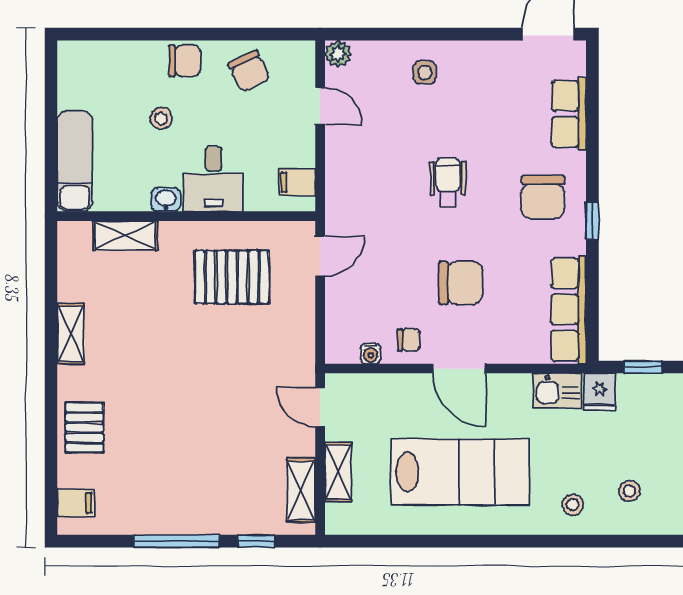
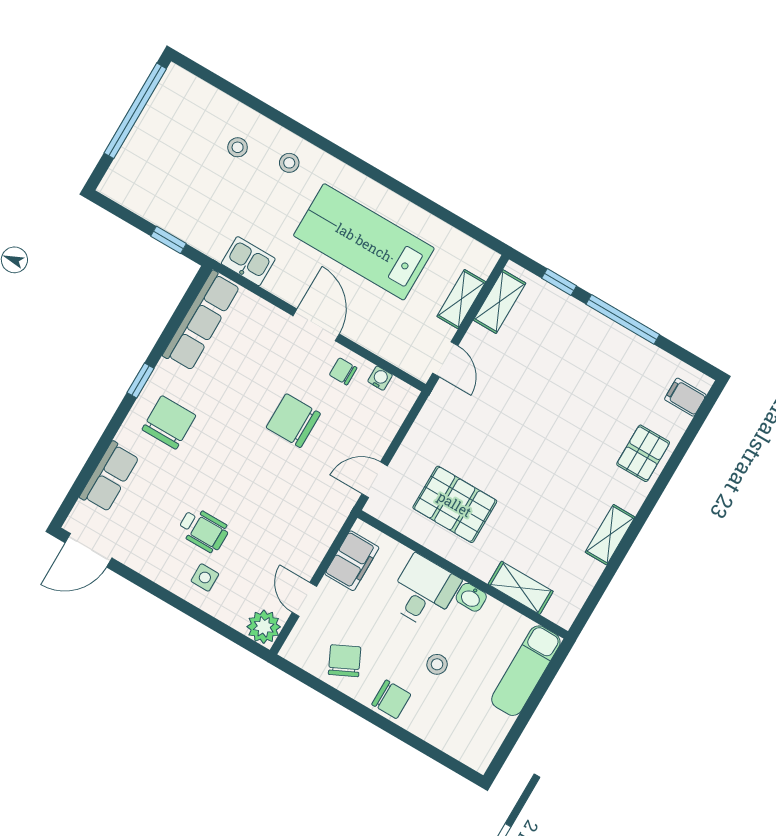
plant: (338, 54) -> (264, 627), width x1.38, depth x1.38
chair: (185, 61) -> (391, 699), turned 180
filing cabinet: (297, 182) -> (352, 561), width x2.00
wheelchair: (448, 182) -> (203, 530), moved, turned -90
chair: (461, 283) -> (293, 421), moved
fridge: (600, 392) -> (215, 240), removed

